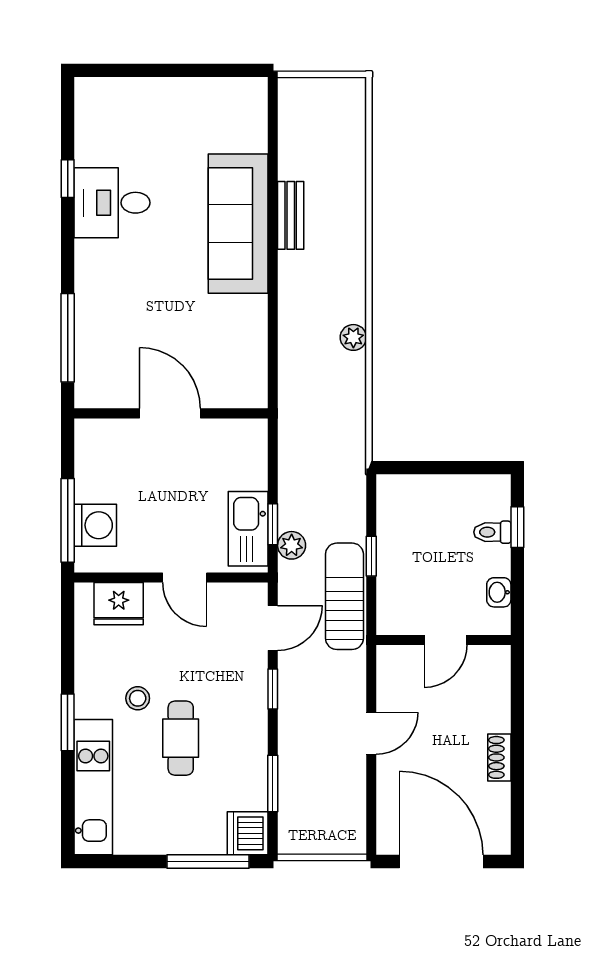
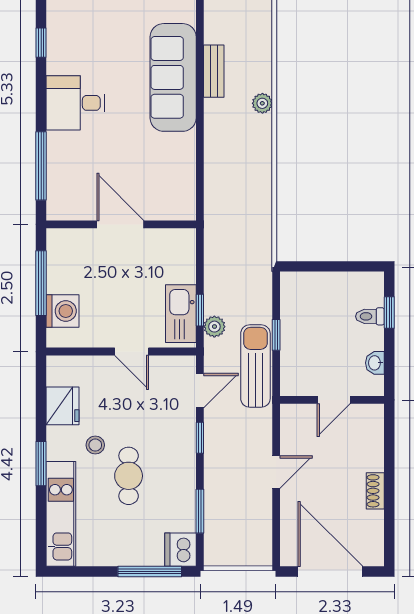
desk: (112, 203) -> (75, 103), moved
plant: (353, 337) -> (262, 103), moved
window: (68, 520) -> (41, 283), moved
fridge: (119, 604) -> (62, 406), moved, turned -90

